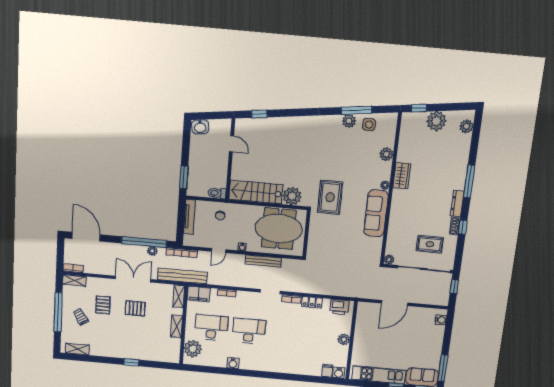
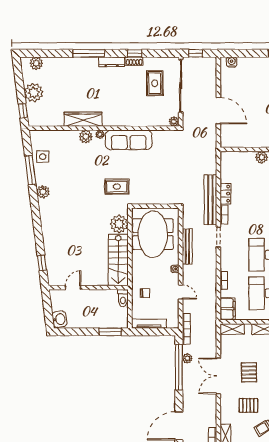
plant: (349, 121) -> (43, 192), moved
plant: (386, 154) -> (86, 137), moved
wardrobe: (402, 176) -> (83, 119), width x1.50
rug: (330, 197) -> (117, 187), width x0.73, depth x0.70
bench: (182, 276) -> (210, 200), moved
printer: (339, 307) -> (228, 166), removed

